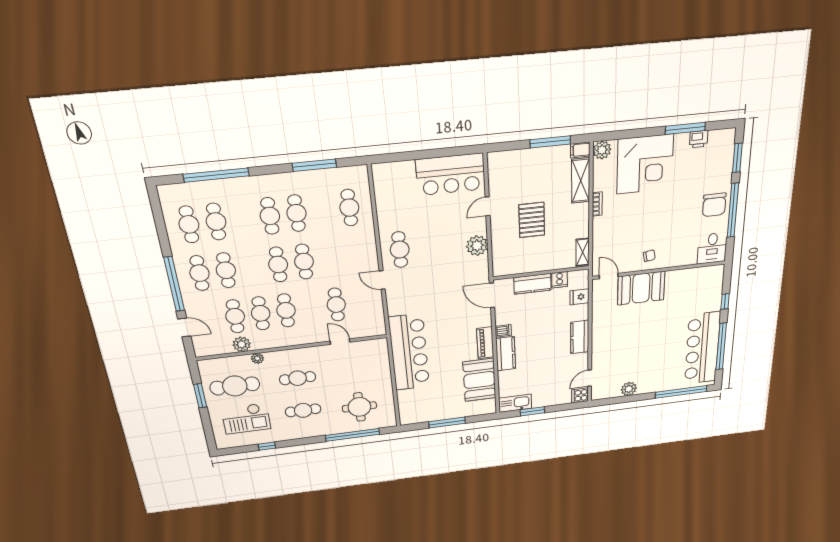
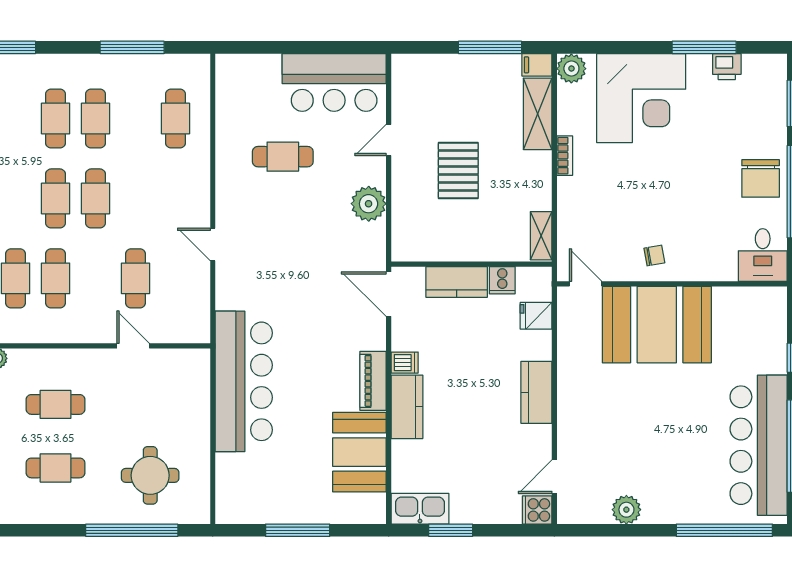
cafe table: (400, 250) -> (283, 157), moved, turned 90
booth: (641, 288) -> (657, 325), width x1.36, depth x1.42

